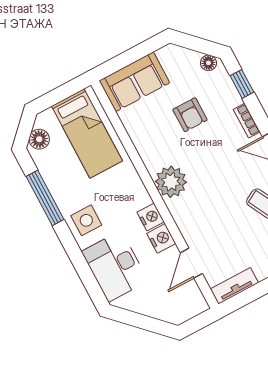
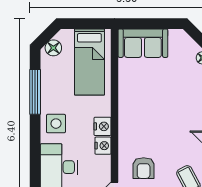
armchair: (190, 115) -> (144, 168), moved
plant: (171, 182) -> (131, 128), removed
nightstand: (161, 238) -> (103, 126), moved

